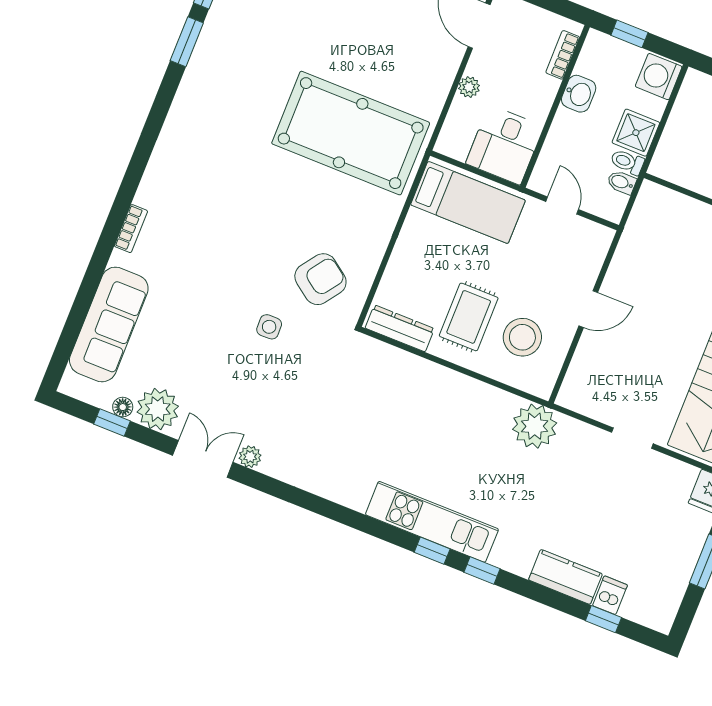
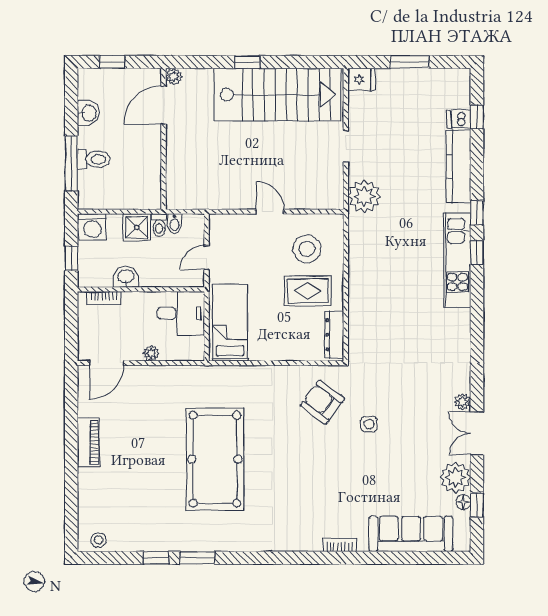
pool table: (351, 133) -> (215, 459), moved
plant: (535, 426) -> (364, 196), moved
kitchen counter: (565, 577) -> (459, 166), width x1.50

